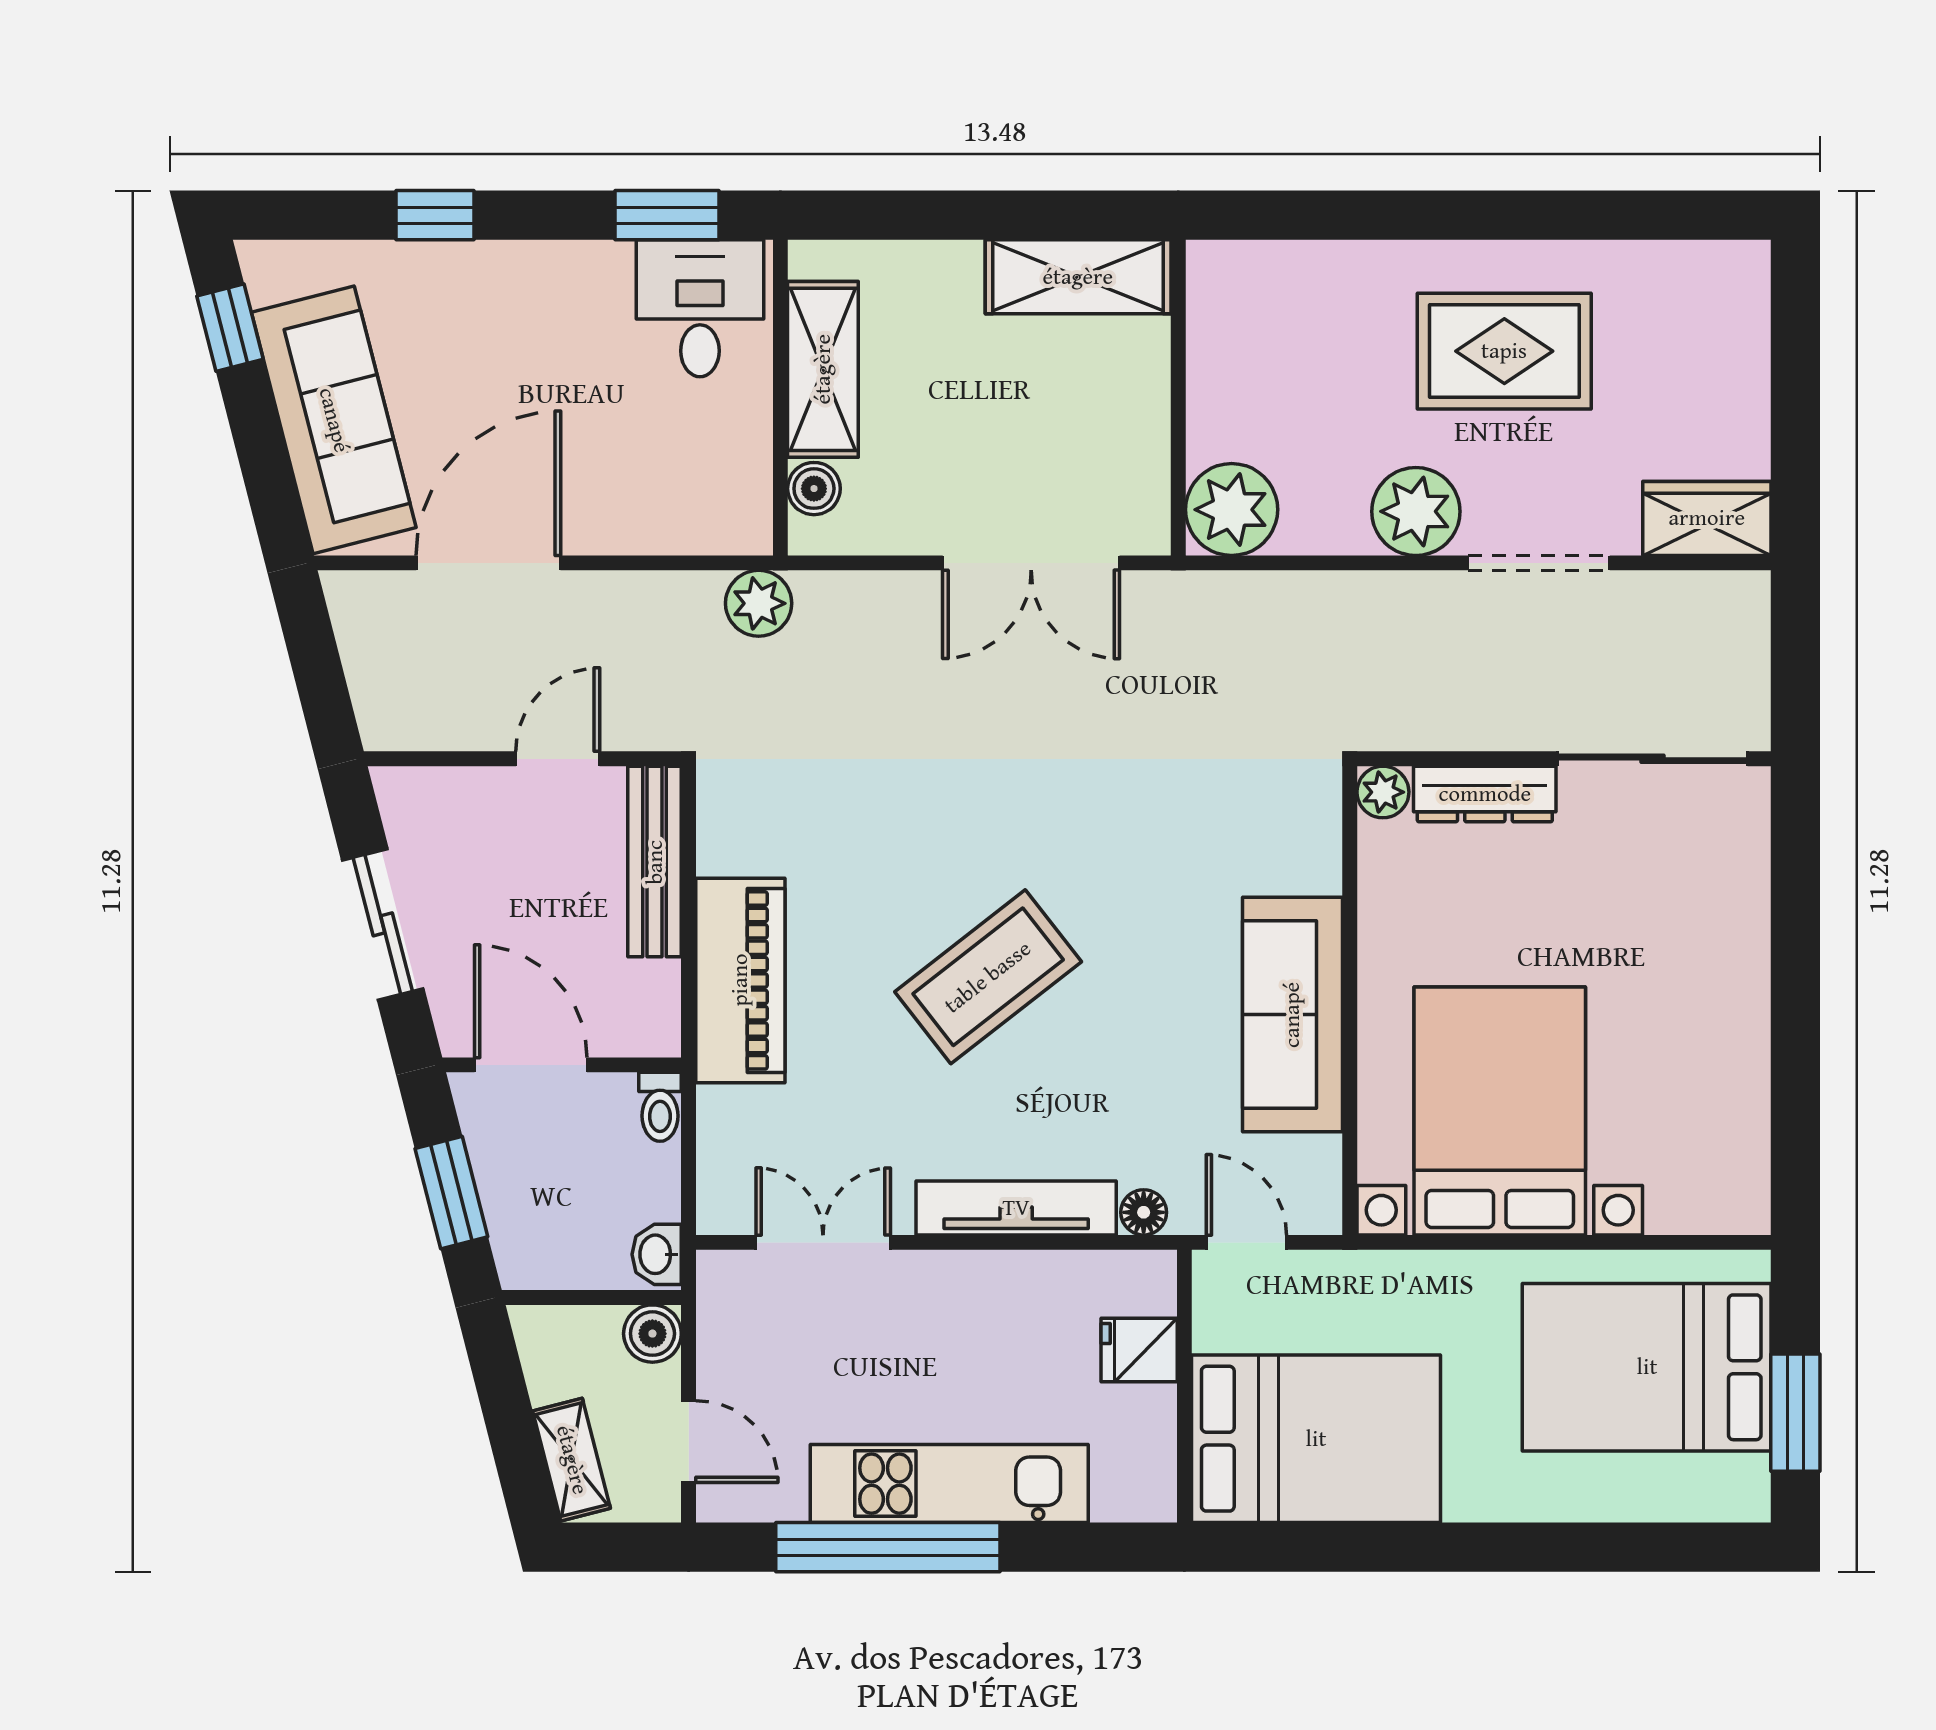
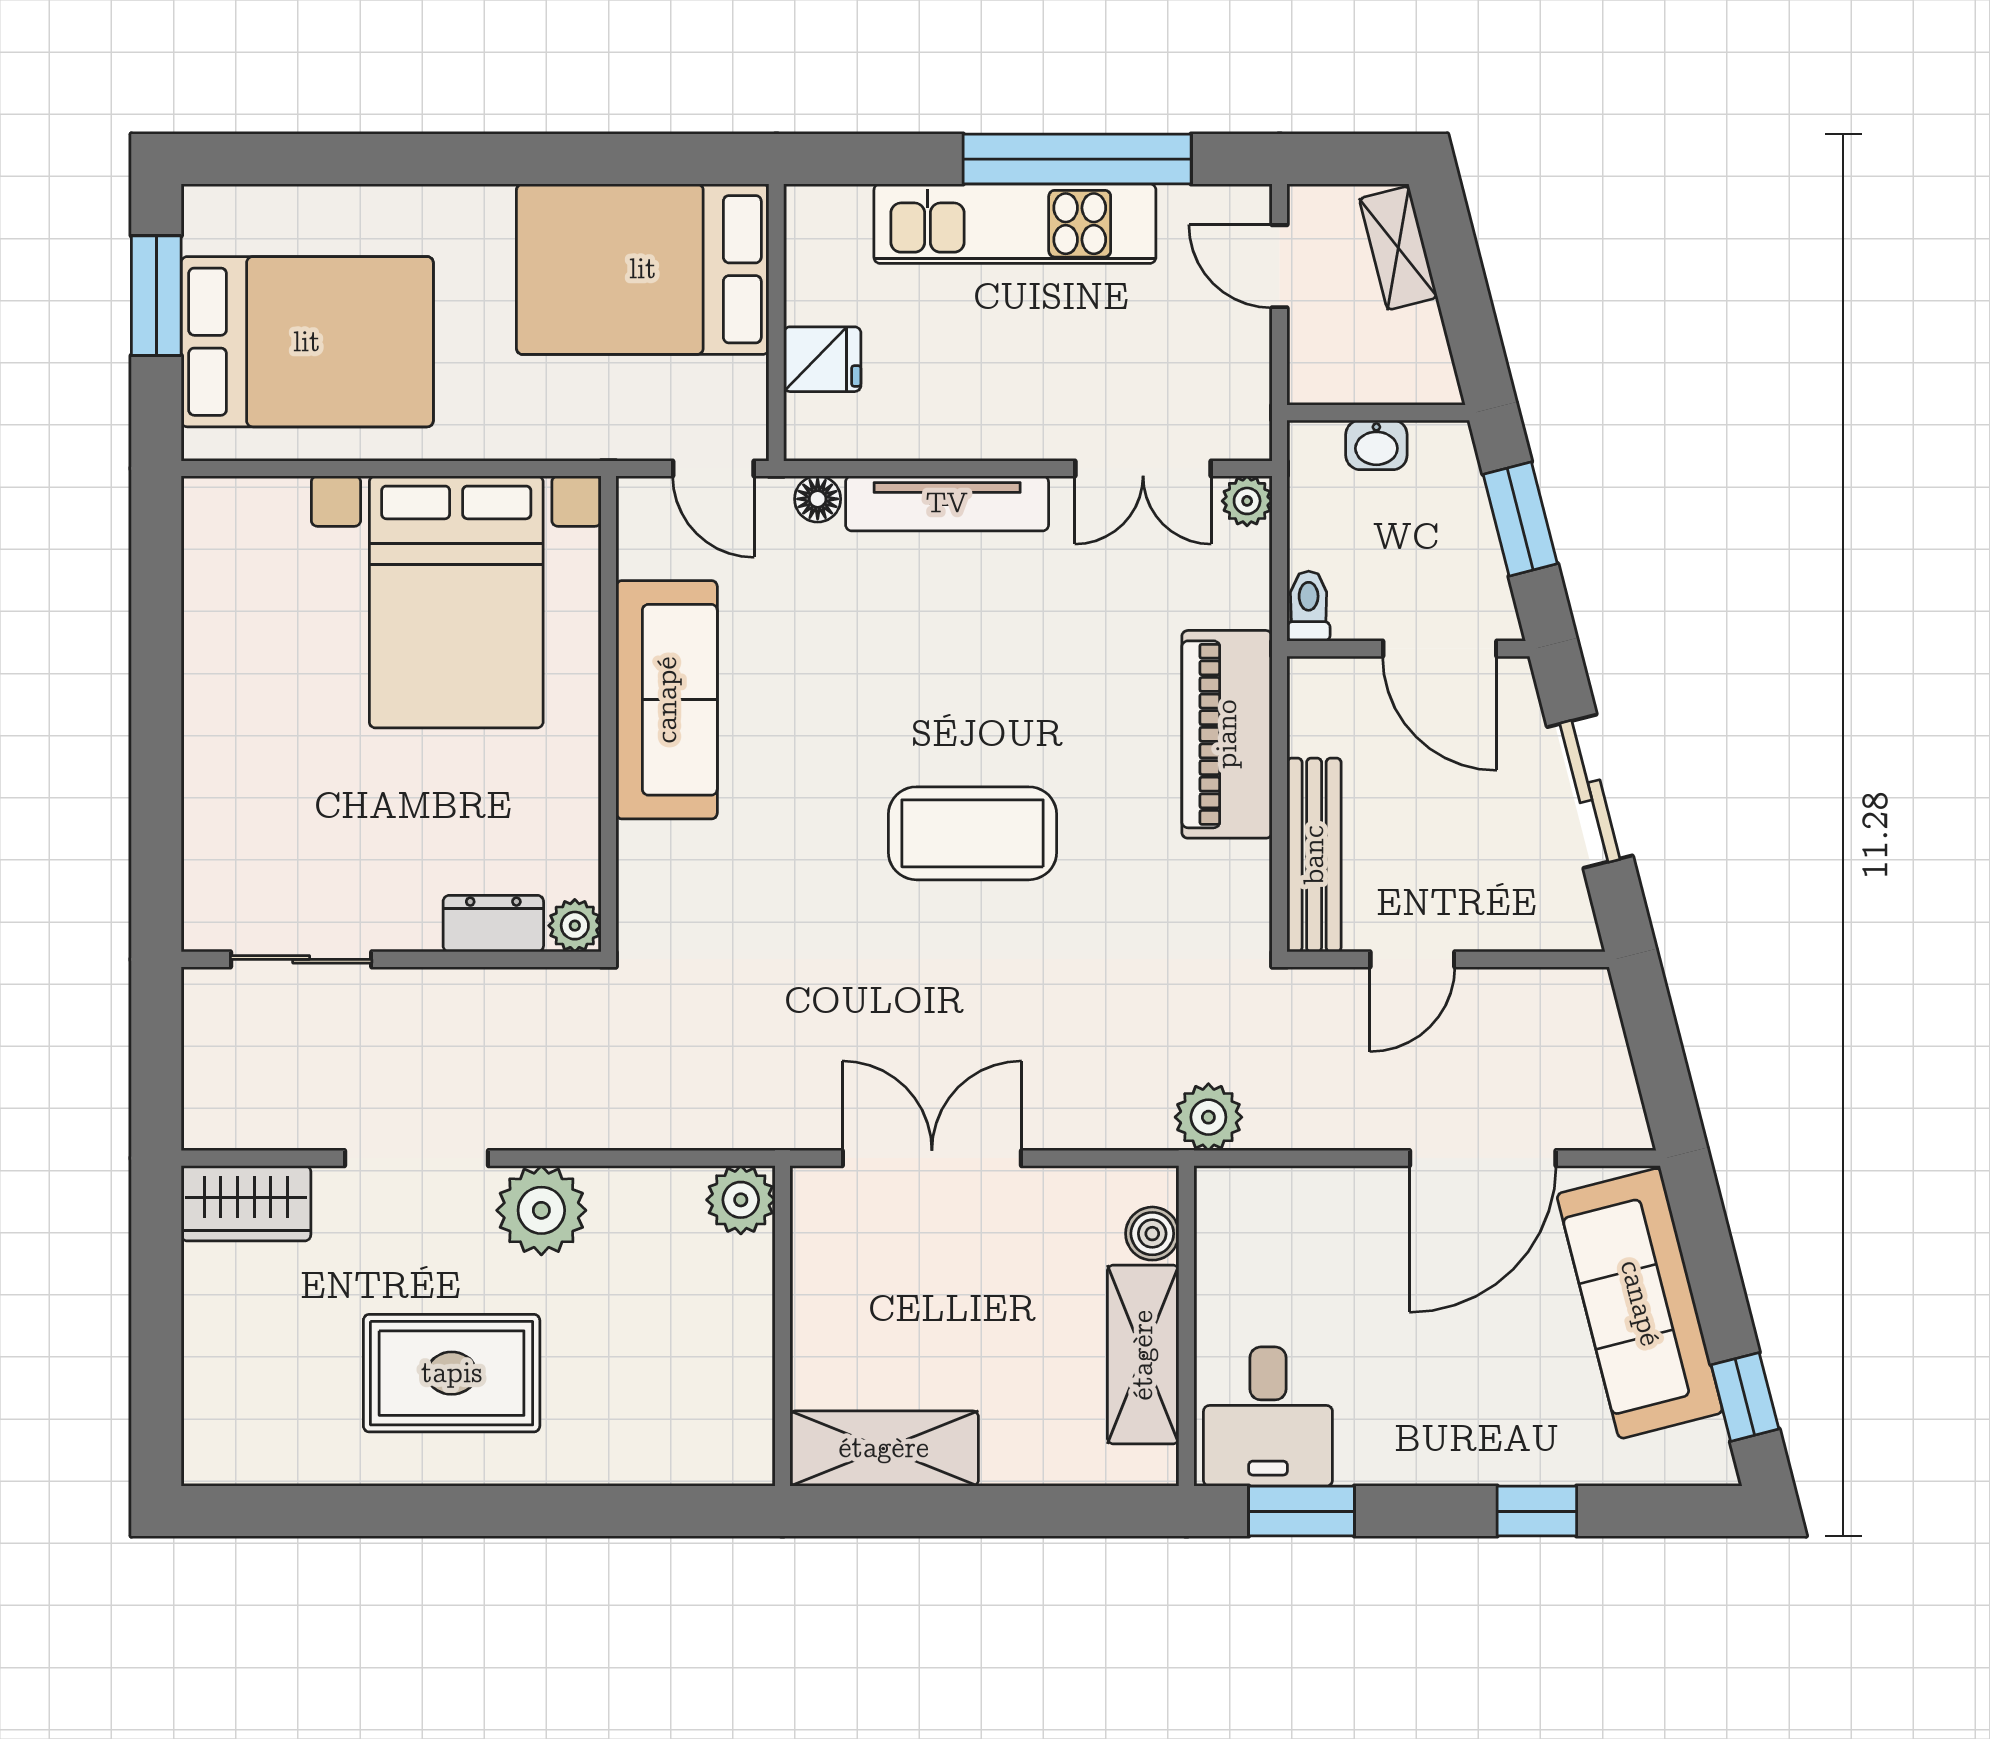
plant: (1232, 510) -> (741, 1200), width x0.73, depth x0.73
sliding door: (1653, 759) -> (301, 959), width x0.73
dresser: (1485, 794) -> (493, 924), width x0.70
coffee table: (988, 977) -> (973, 833), moved, turned 38
plant: (721, 1210) -> (1247, 501), added
washbasin: (657, 1254) -> (1376, 445), moved, turned 90
boiler: (652, 1334) -> (1316, 376), removed

